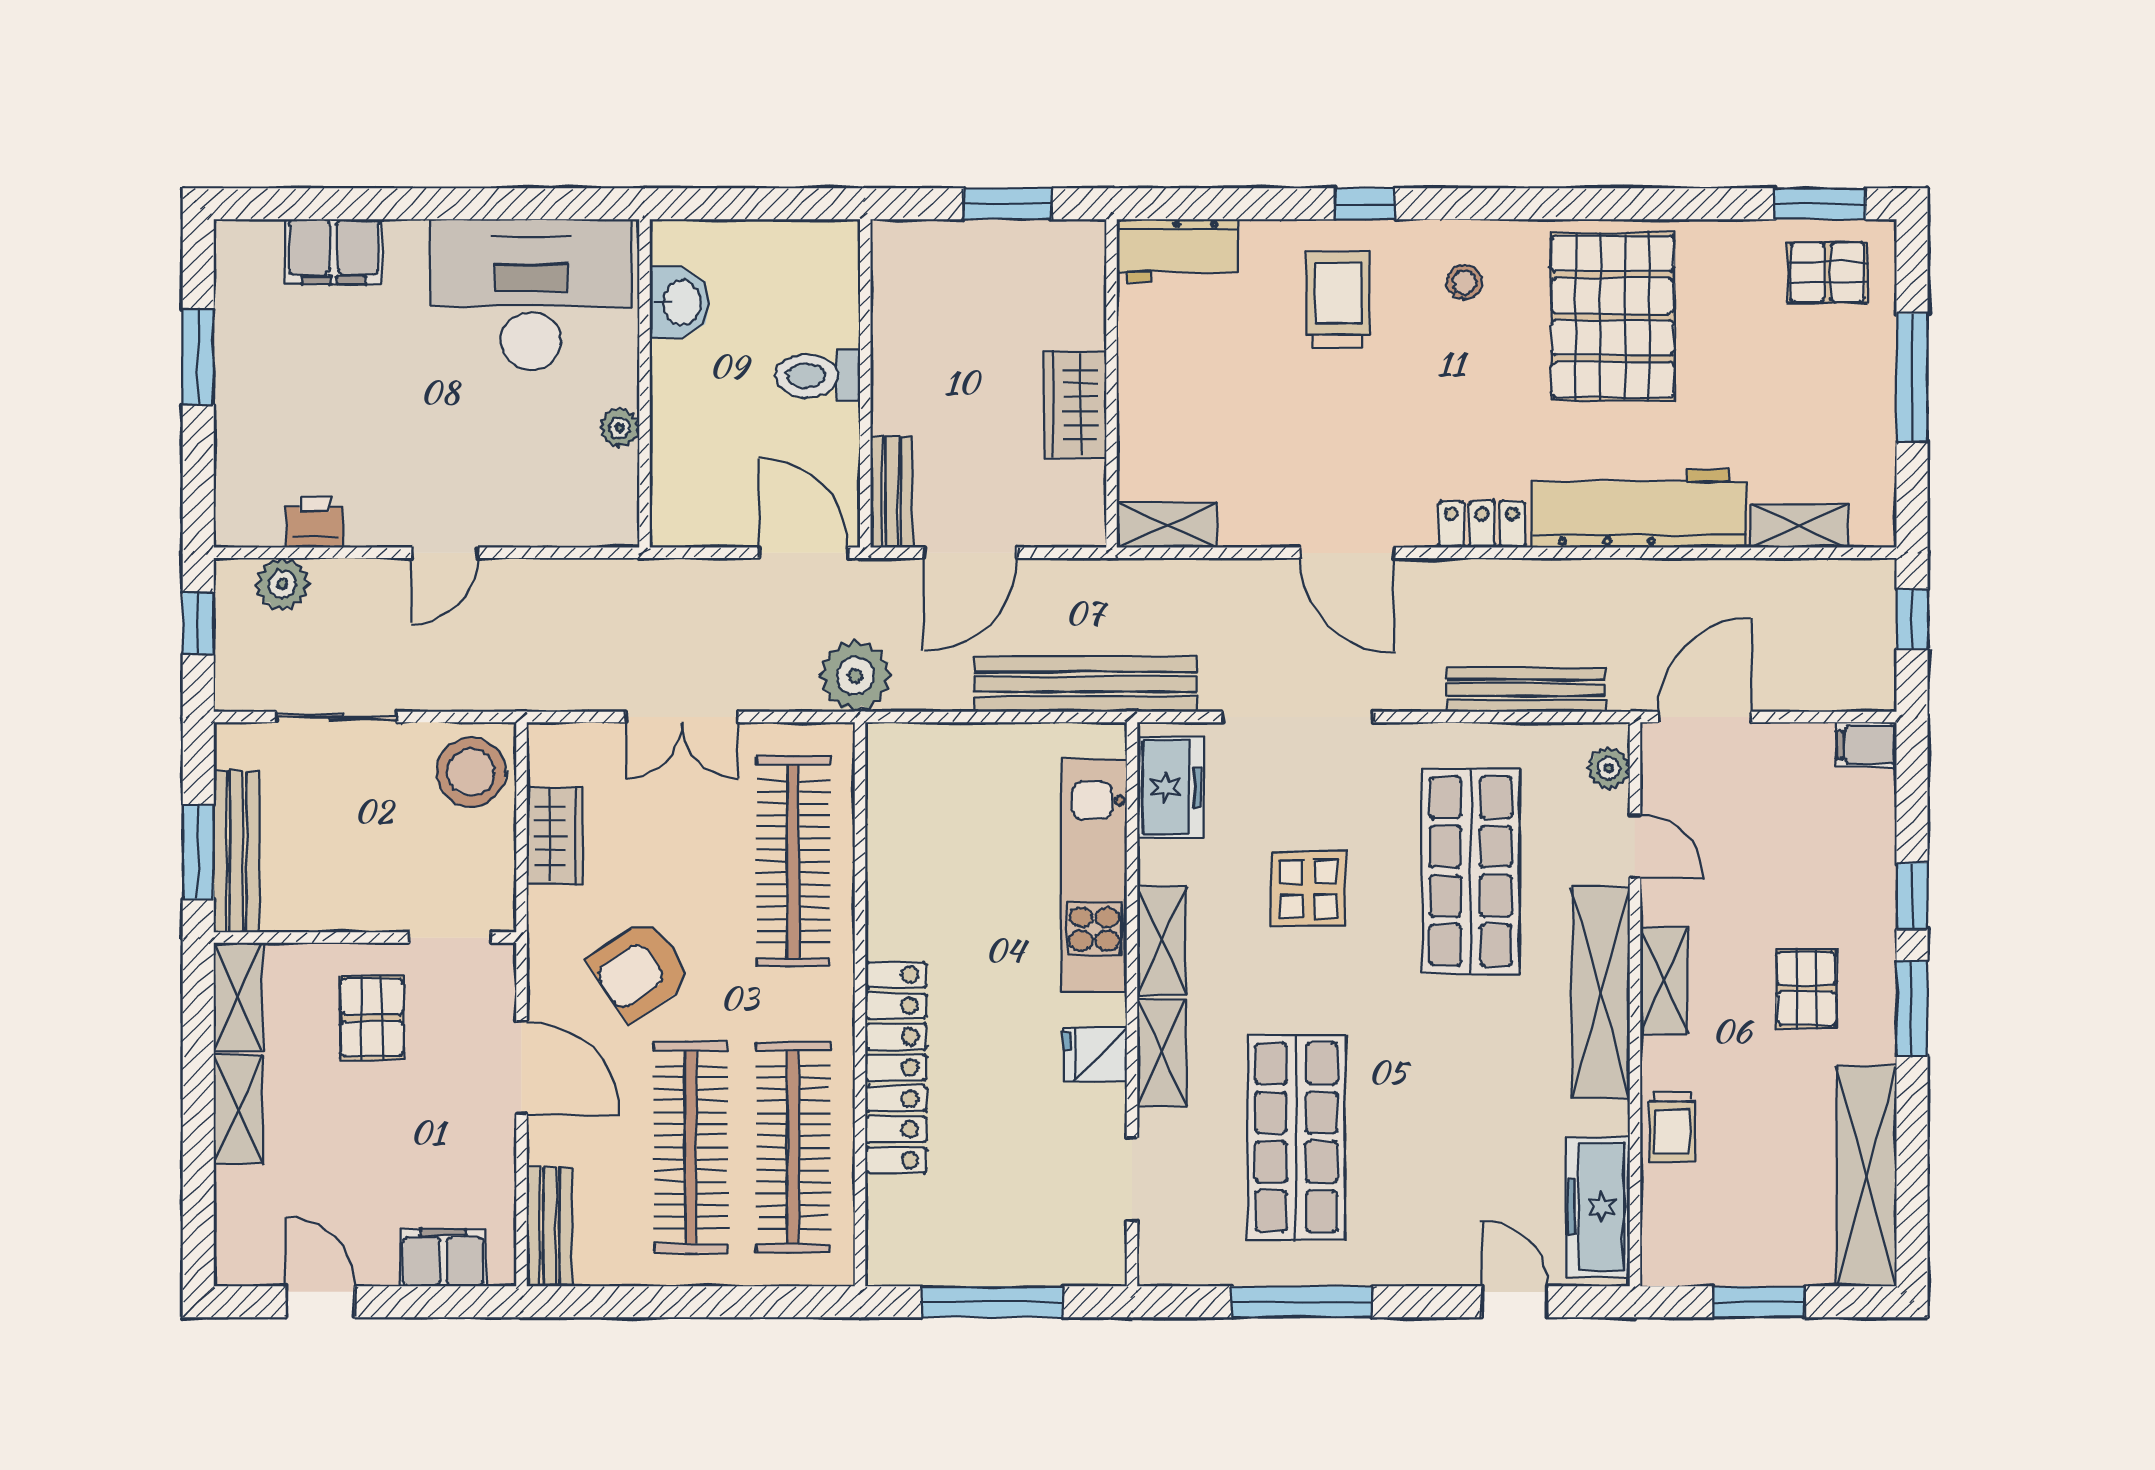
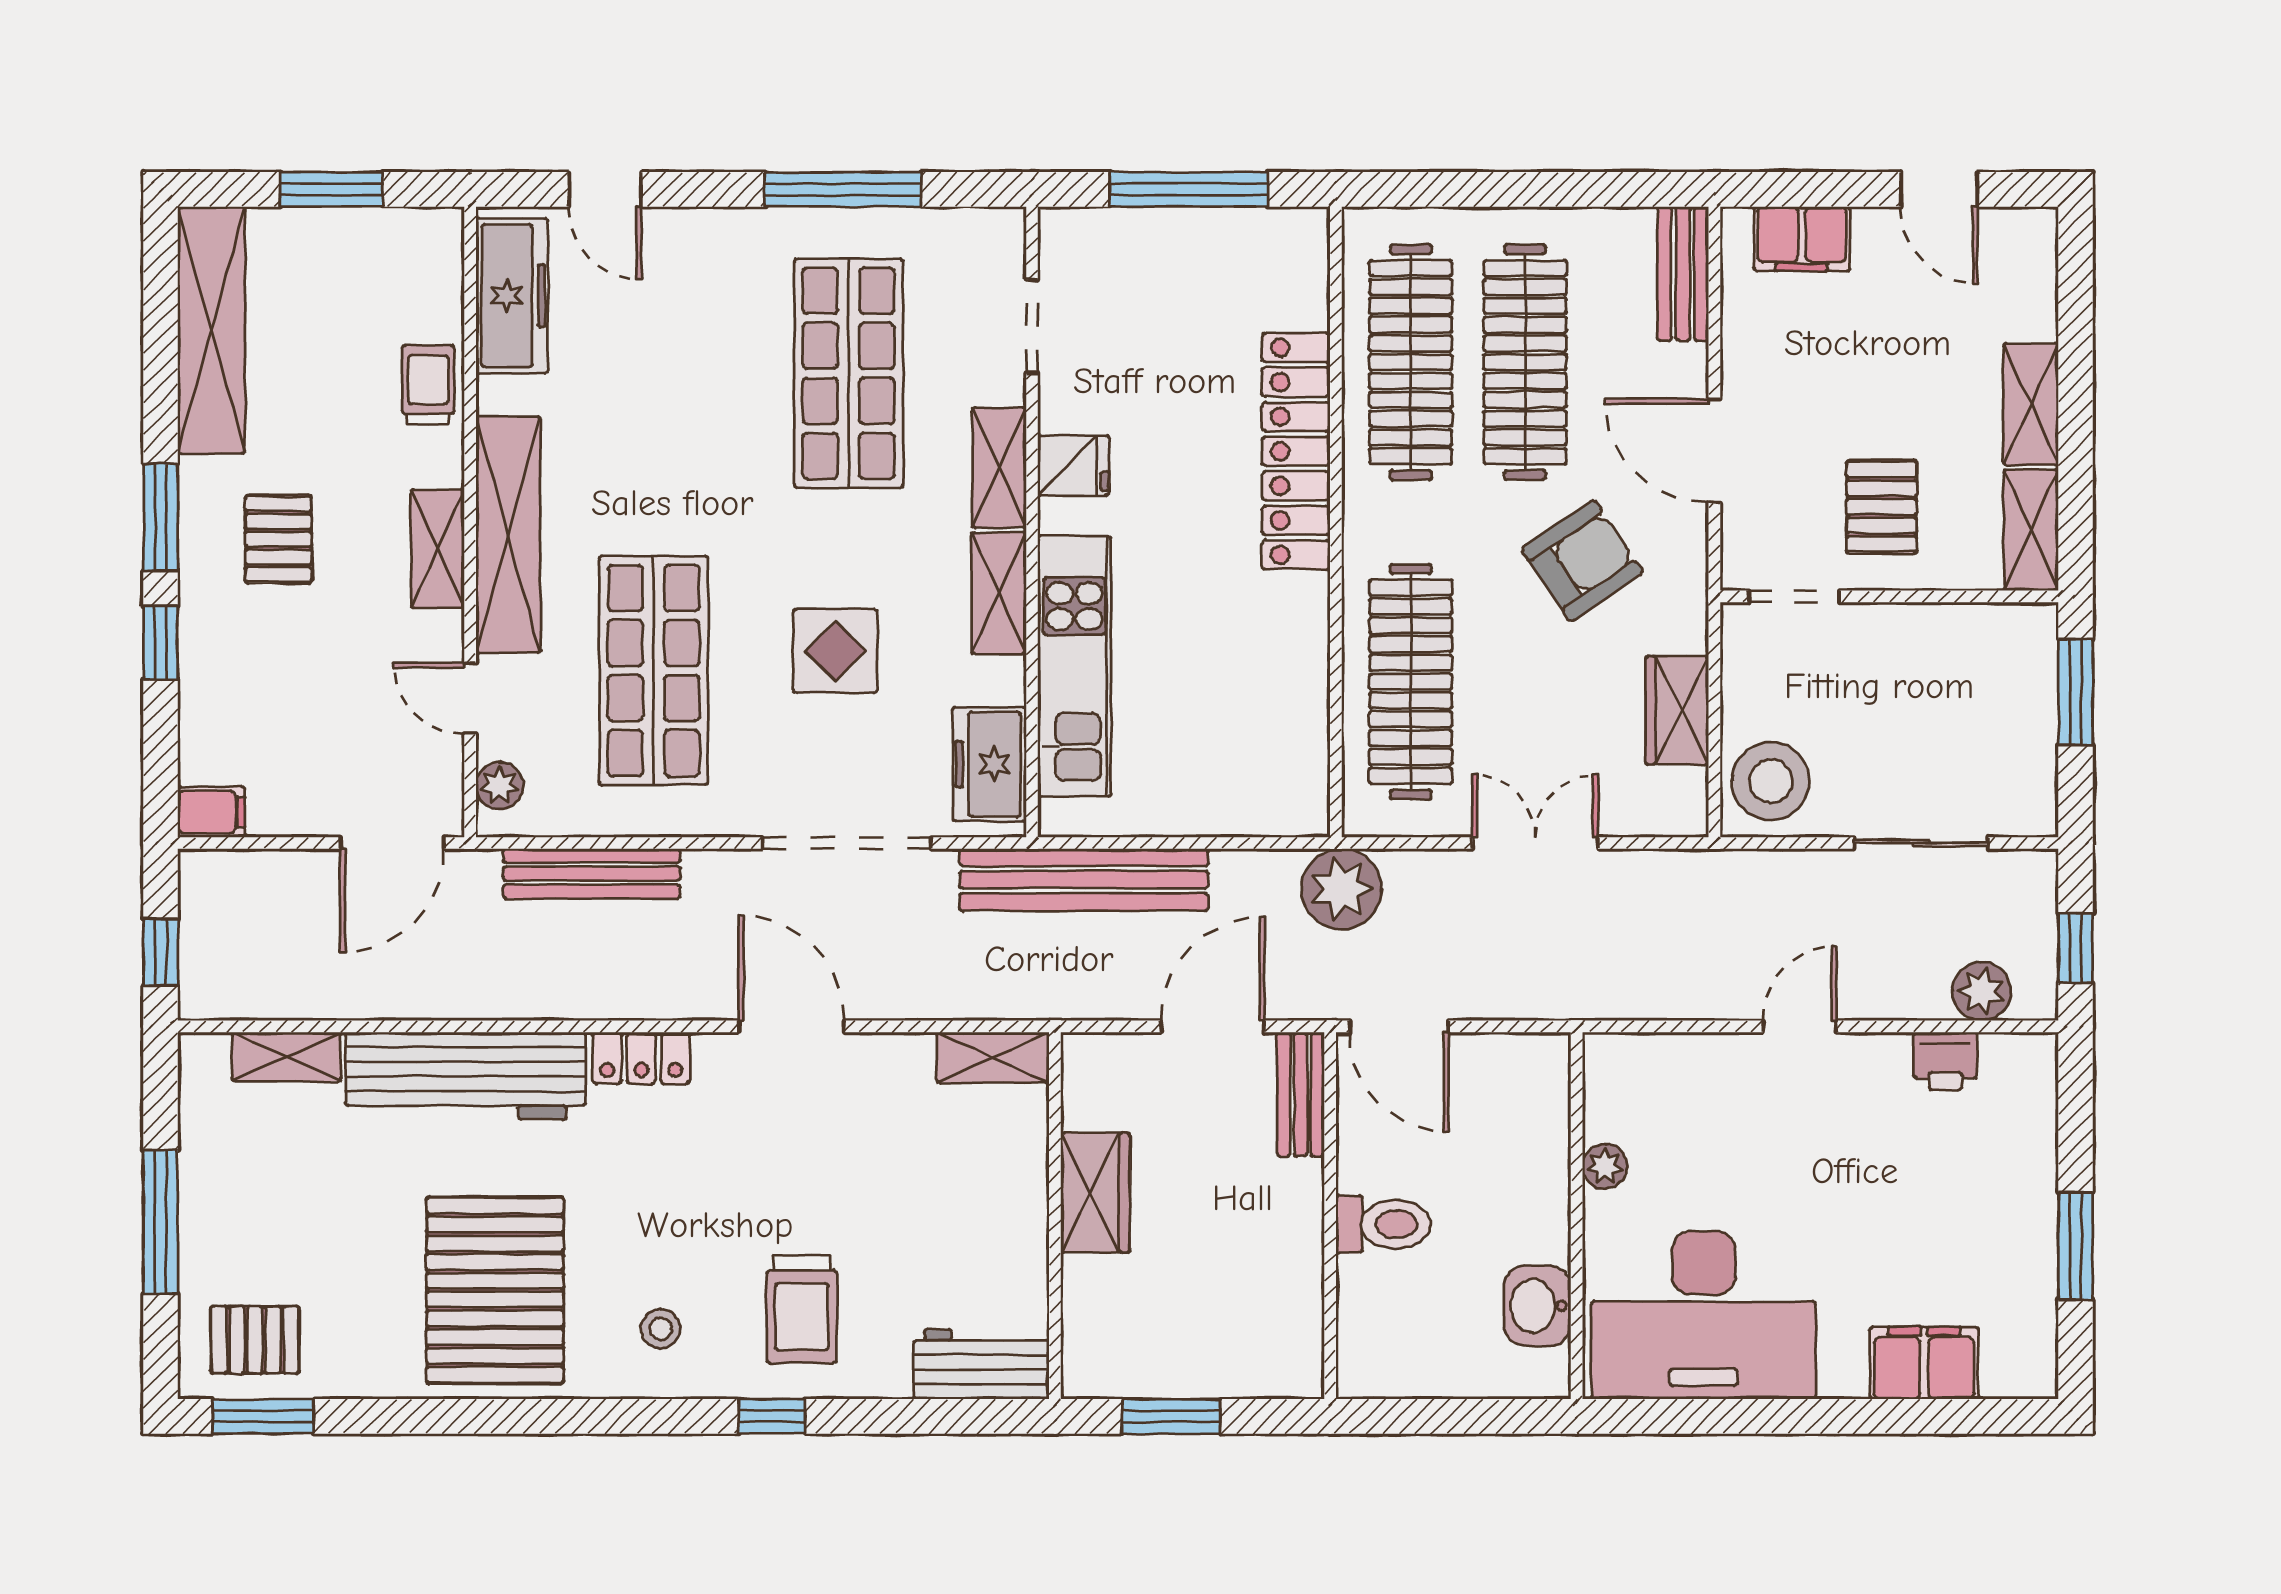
bench: (236, 851) -> (2033, 693), removed

